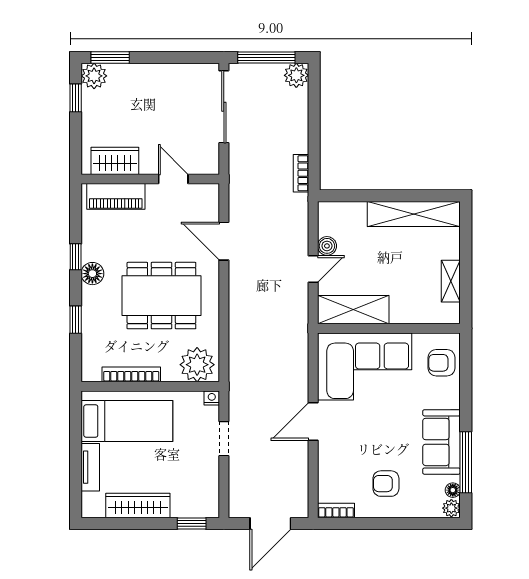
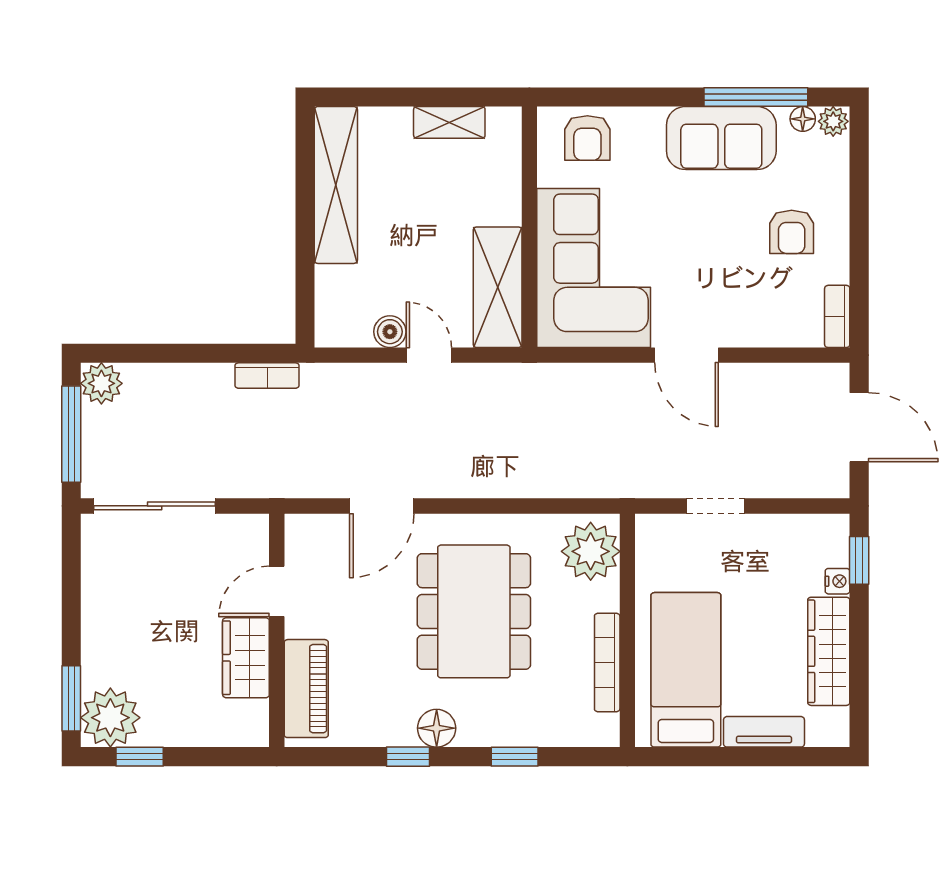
plant: (94, 76) -> (110, 718), width x1.36, depth x1.36
wardrobe: (115, 161) -> (246, 658), moved
nightstand: (212, 398) -> (838, 581), moved, turned 180

